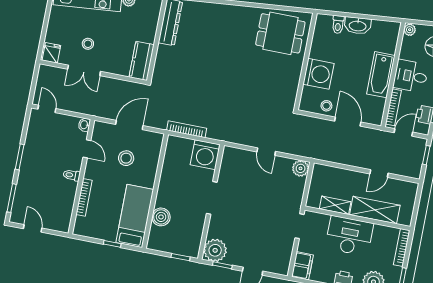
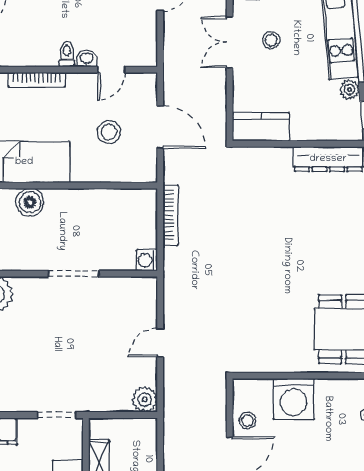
washbasin: (84, 125) -> (87, 59), moved
washing machine: (205, 155) -> (147, 260), width x0.53, depth x0.53

